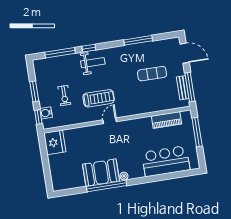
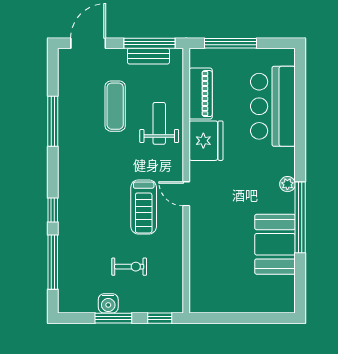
weight bench: (93, 63) -> (159, 123), moved
treadmill: (99, 98) -> (144, 207), turned 180
water cooler: (46, 113) -> (108, 303), moved
fridge: (55, 142) -> (206, 141), moved, turned 90
booth: (101, 173) -> (275, 244), moved

